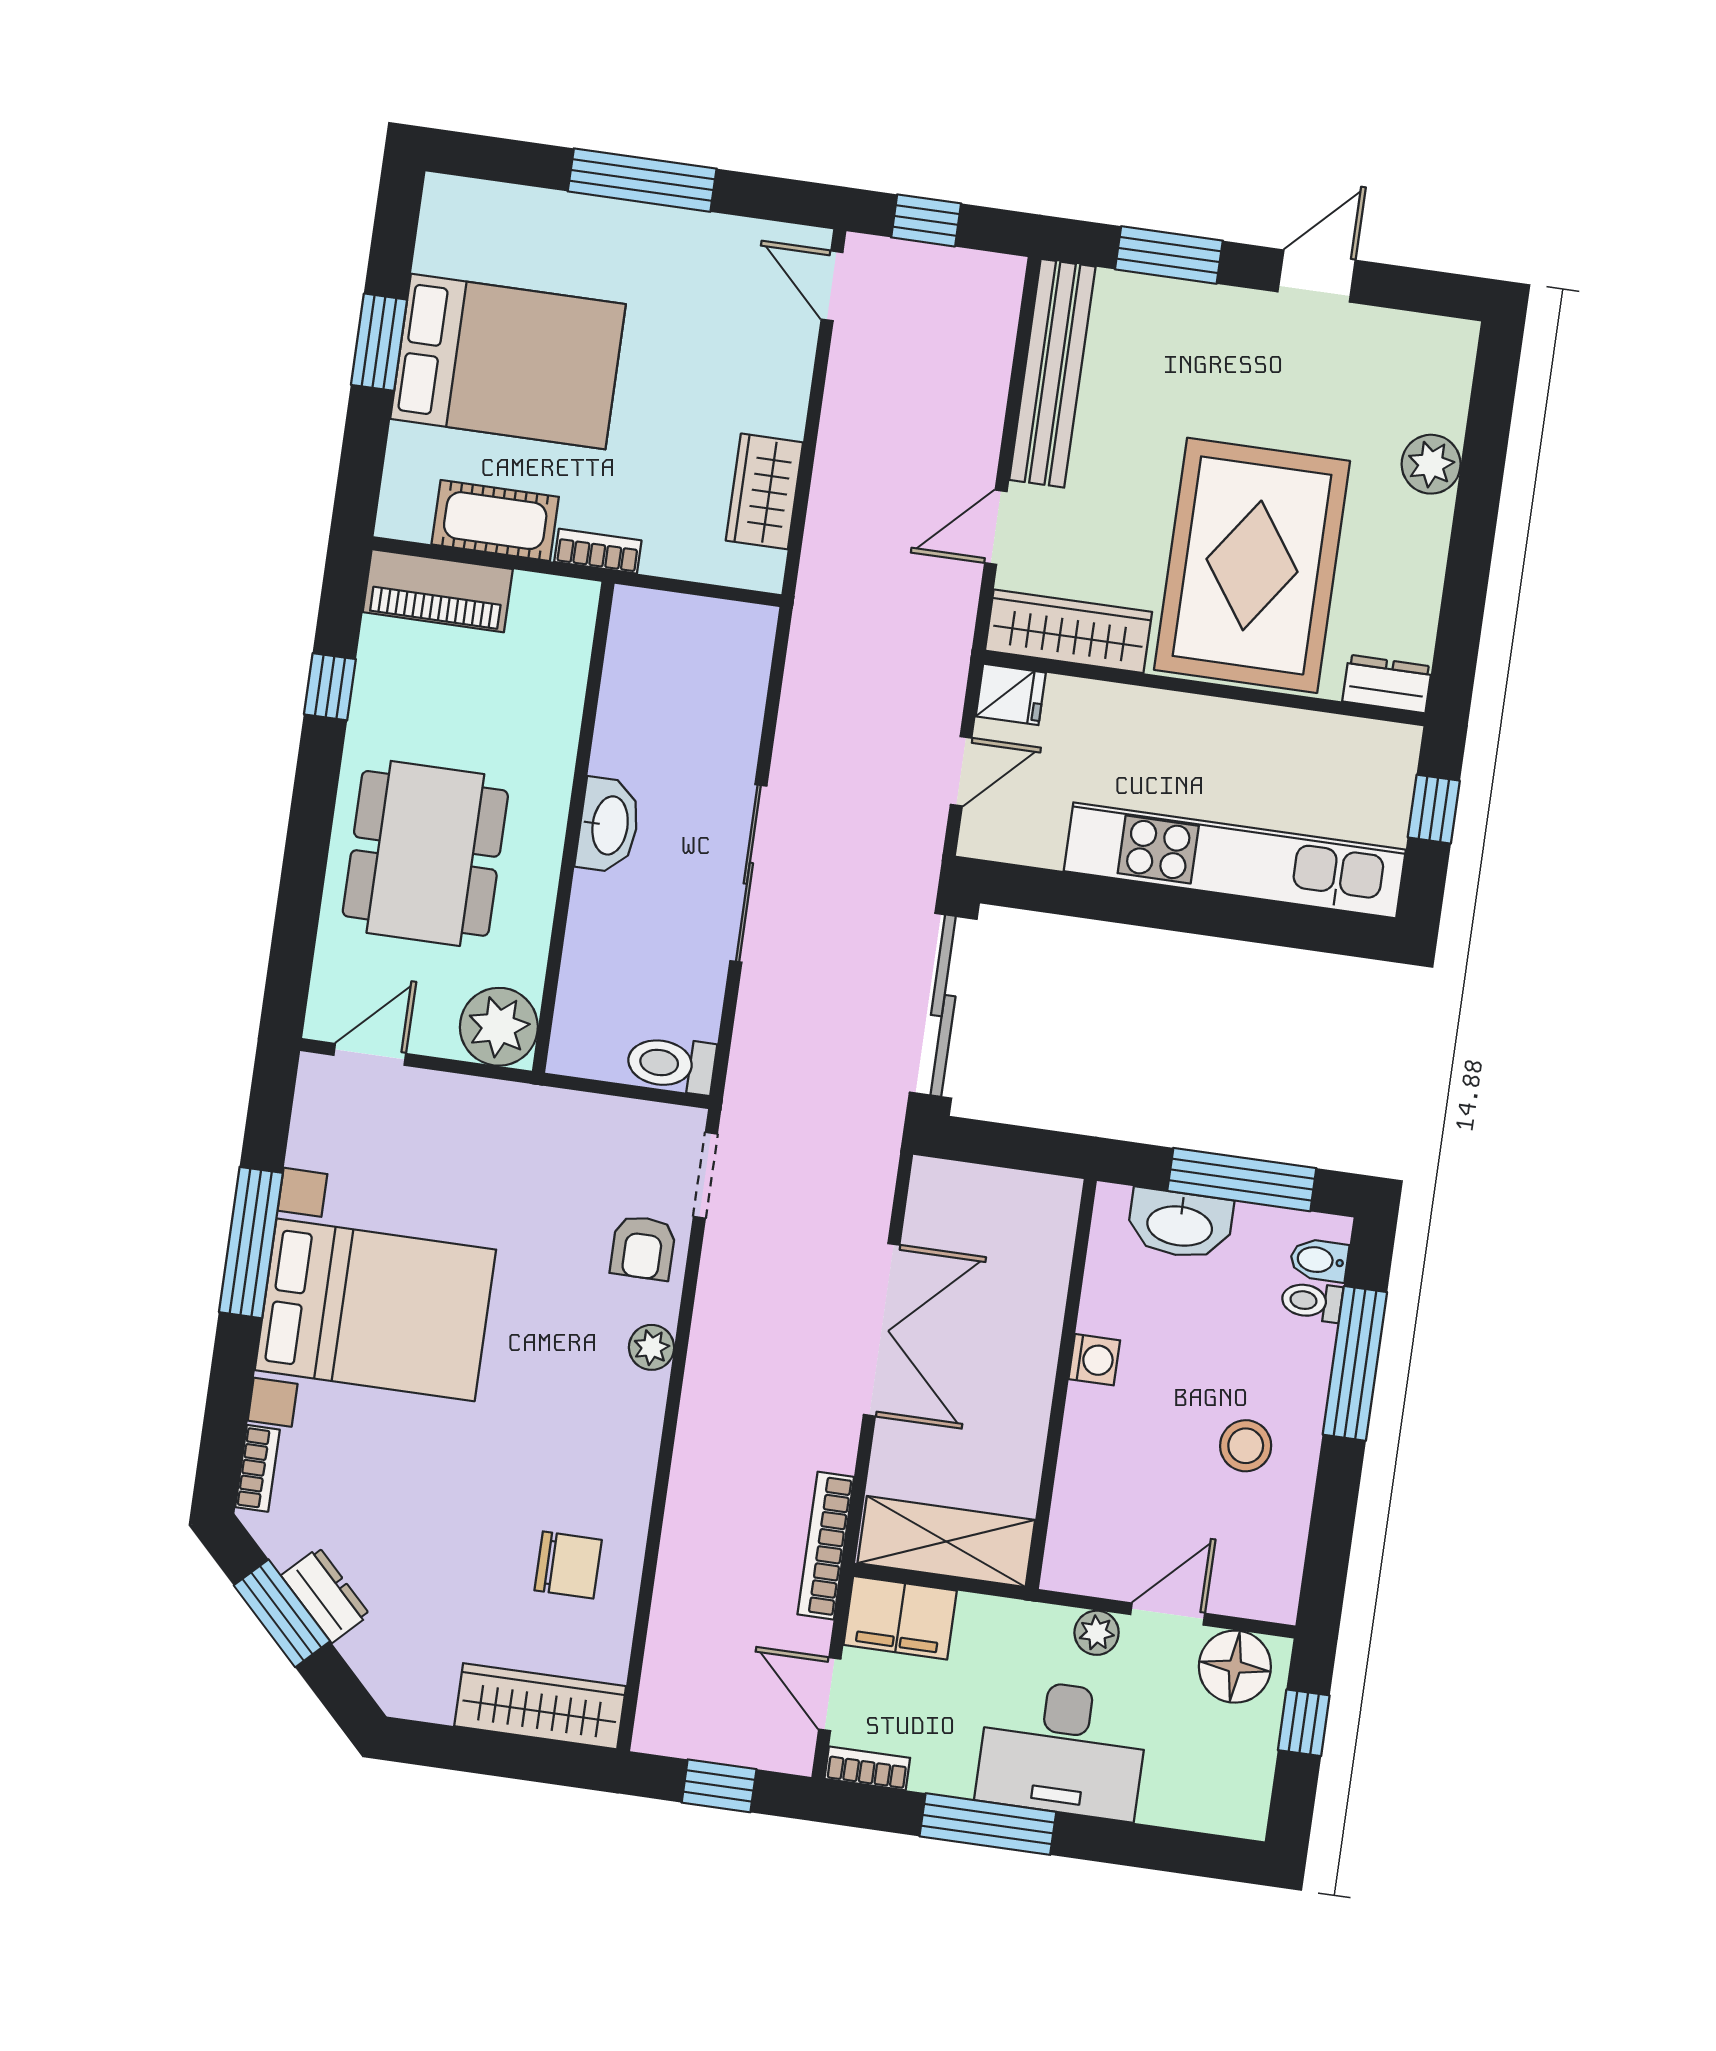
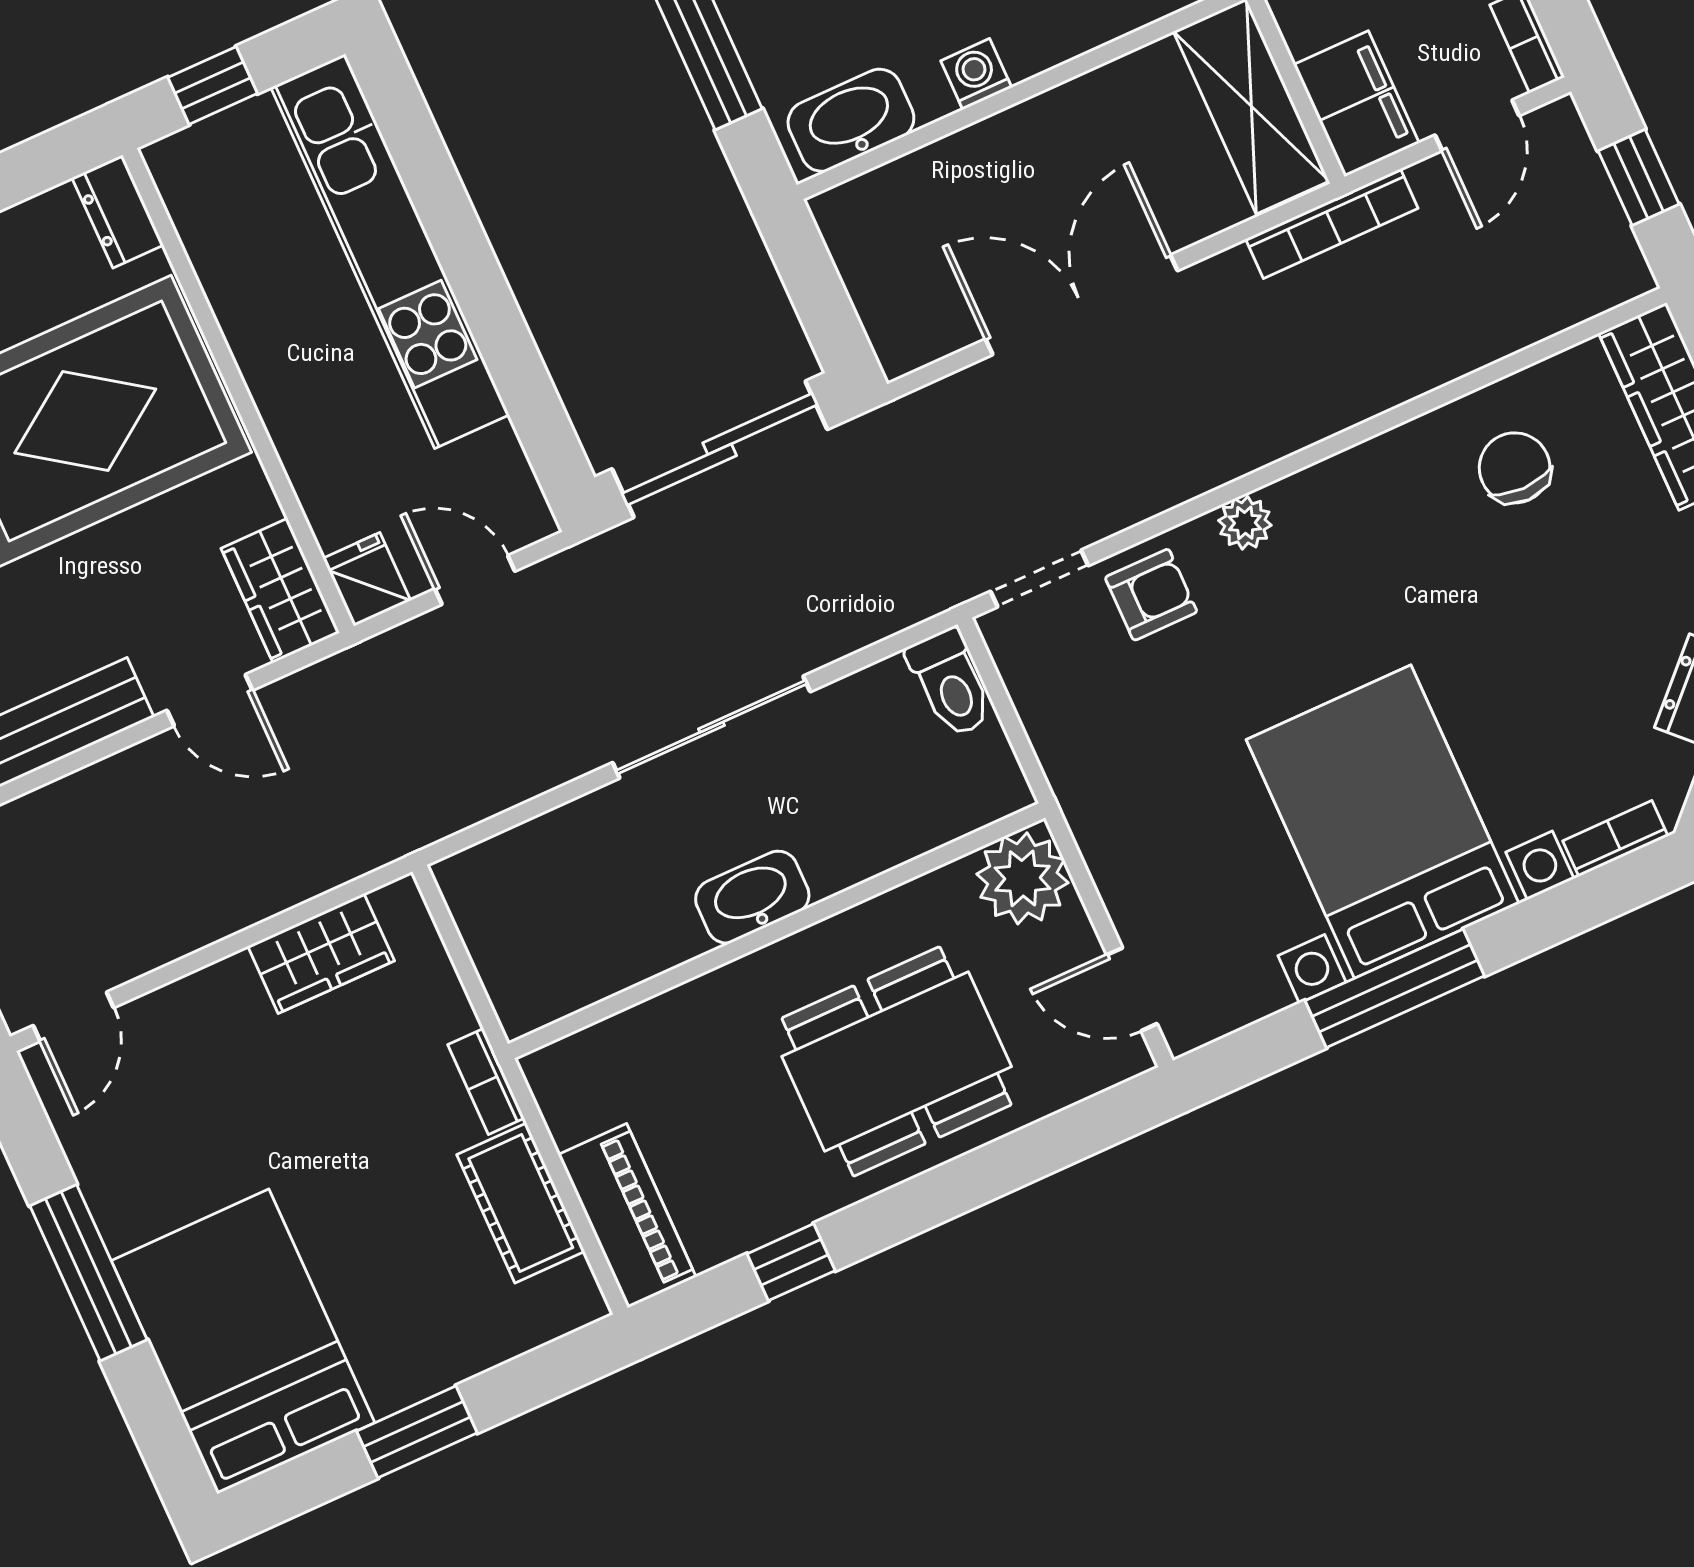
bed: (508, 362) -> (243, 1342), moved
wardrobe: (1069, 631) -> (280, 591), width x0.67
washbasin: (1180, 1224) -> (851, 120), moved, turned -90

